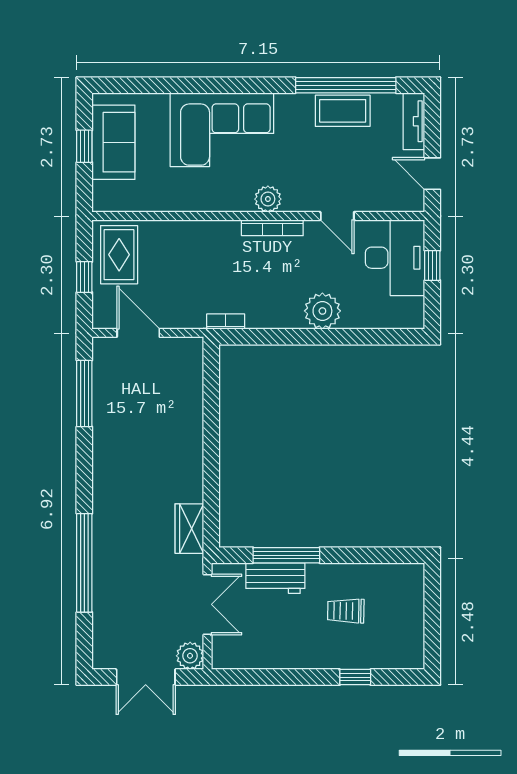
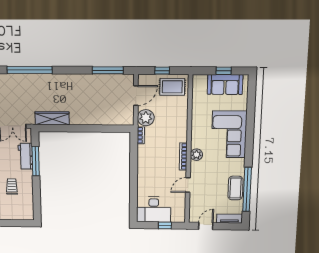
desk: (395, 258) -> (154, 209), moved
plant: (322, 311) -> (146, 118), moved
wardrobe: (189, 529) -> (52, 118), width x1.50

